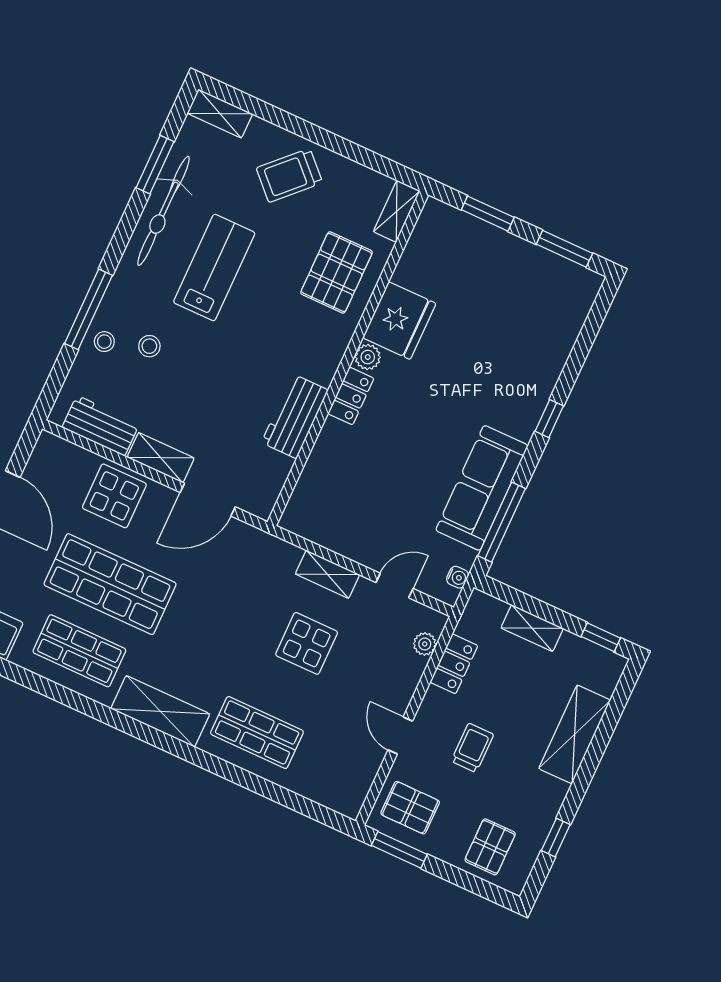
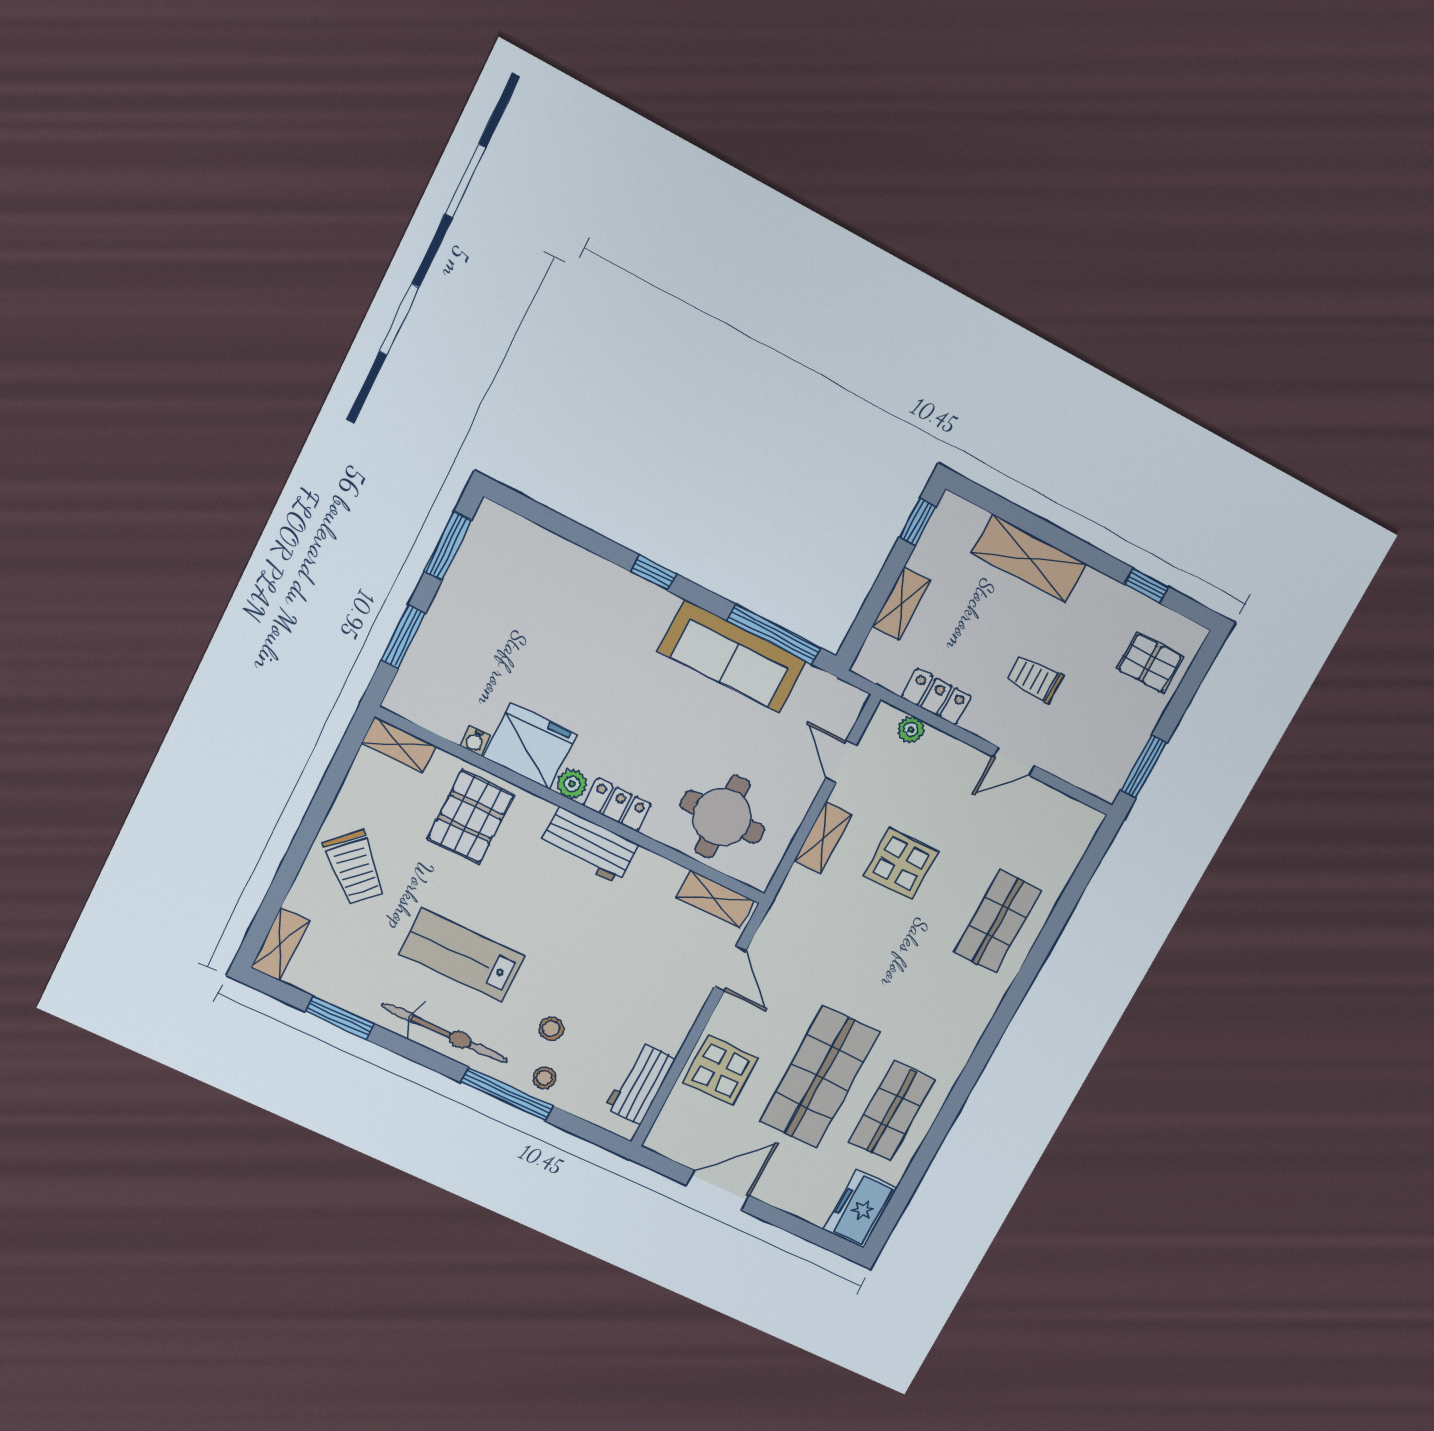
bicycle: (163, 211) -> (445, 1033), moved
pallet: (336, 272) -> (471, 817), turned 90
workbench: (295, 416) -> (589, 845), moved
shelving: (161, 458) -> (715, 899), moved, turned 90
round table: (343, 486) -> (722, 817), added
door: (208, 500) -> (730, 969), width x0.73
water cooler: (458, 577) -> (475, 741), moved, turned 180
shelving: (160, 711) -> (965, 1026), removed
pallet: (410, 808) -> (1097, 753), removed

